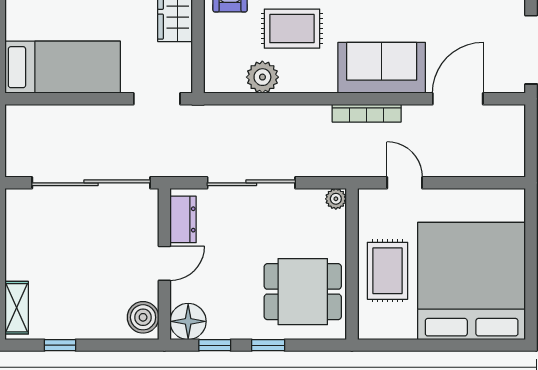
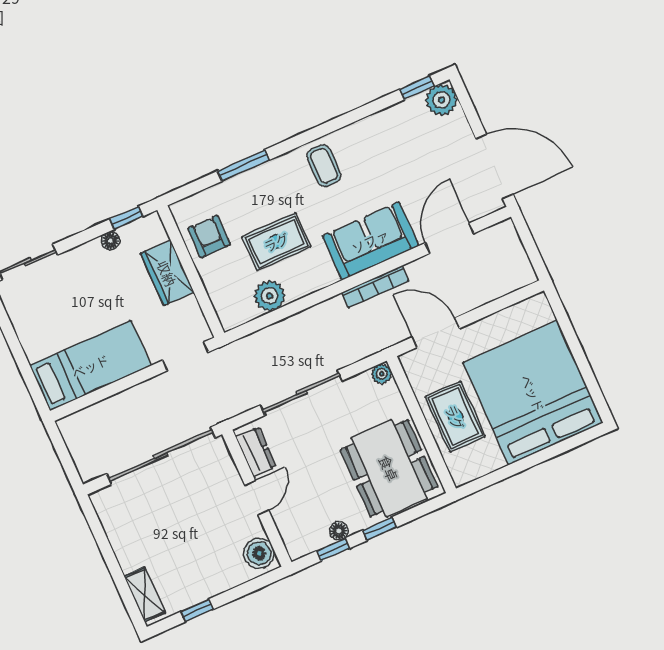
door: (405, 183) -> (436, 333), width x1.38
dining table: (303, 292) -> (389, 468), width x1.38
floor lamp: (188, 321) -> (339, 531), moved, width x0.53, depth x0.53

